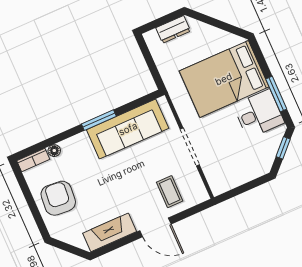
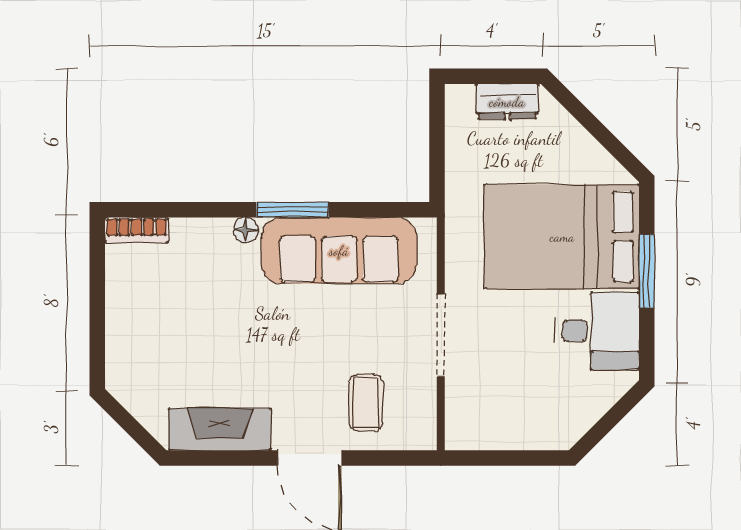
window: (276, 94) -> (647, 271), moved
window: (283, 148) -> (615, 415), removed
floor lamp: (54, 151) -> (246, 230), moved
armchair: (58, 198) -> (152, 322), removed

